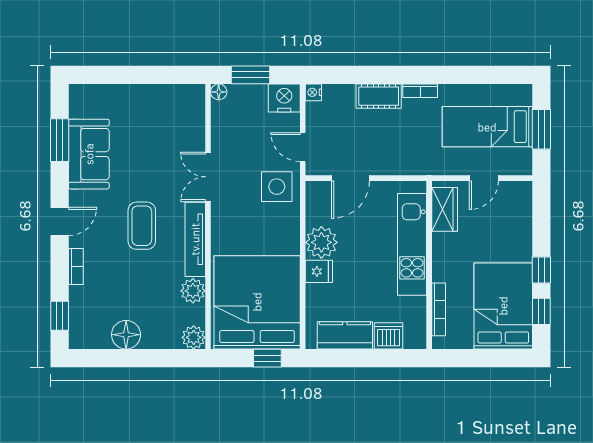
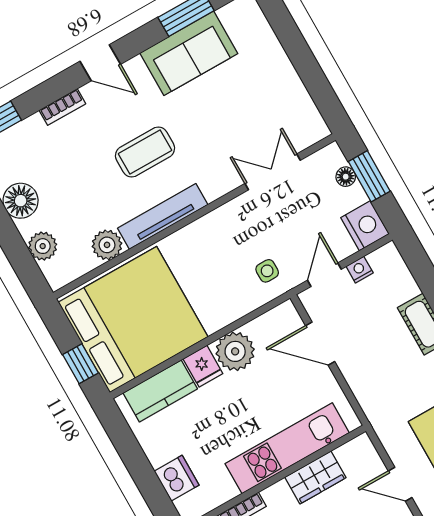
floor lamp: (219, 92) -> (346, 177), moved
nightstand: (313, 92) -> (360, 270), moved
double door: (208, 177) -> (273, 172), moved
side table: (277, 187) -> (267, 271), width x0.54, depth x0.54
wardrobe: (445, 209) -> (315, 477), moved
kitchen counter: (345, 335) -> (160, 391), moved, turned 90
plant: (194, 337) -> (43, 246), moved

